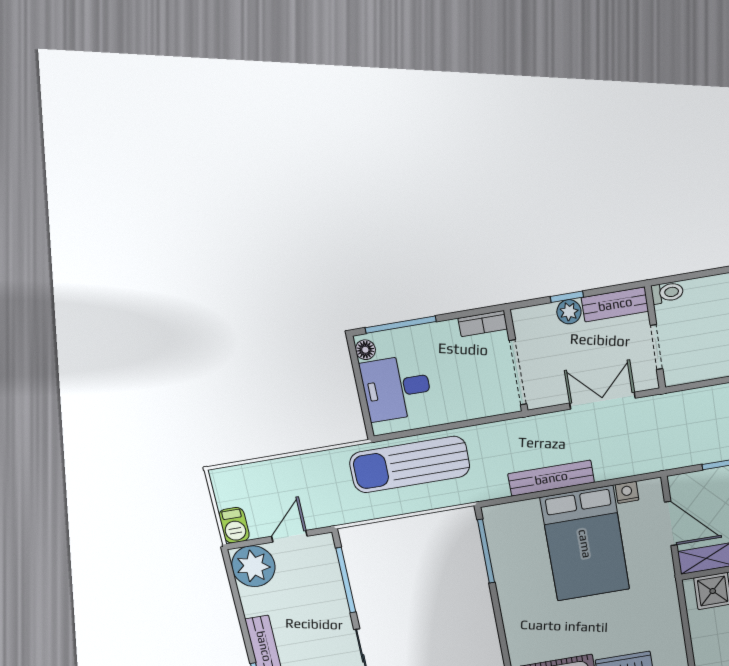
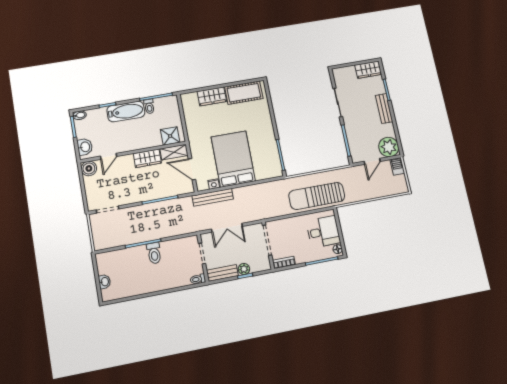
sun lounger: (410, 465) -> (317, 196), turned 180
bench: (551, 478) -> (213, 197), moved

